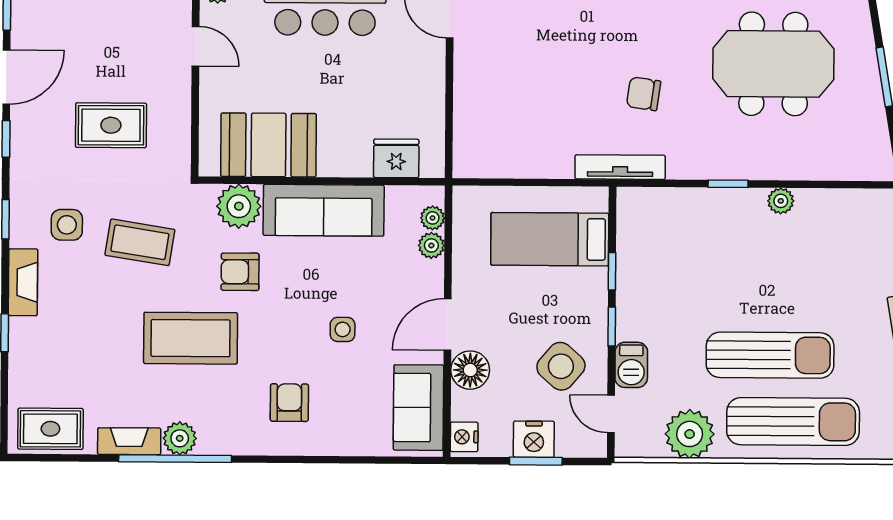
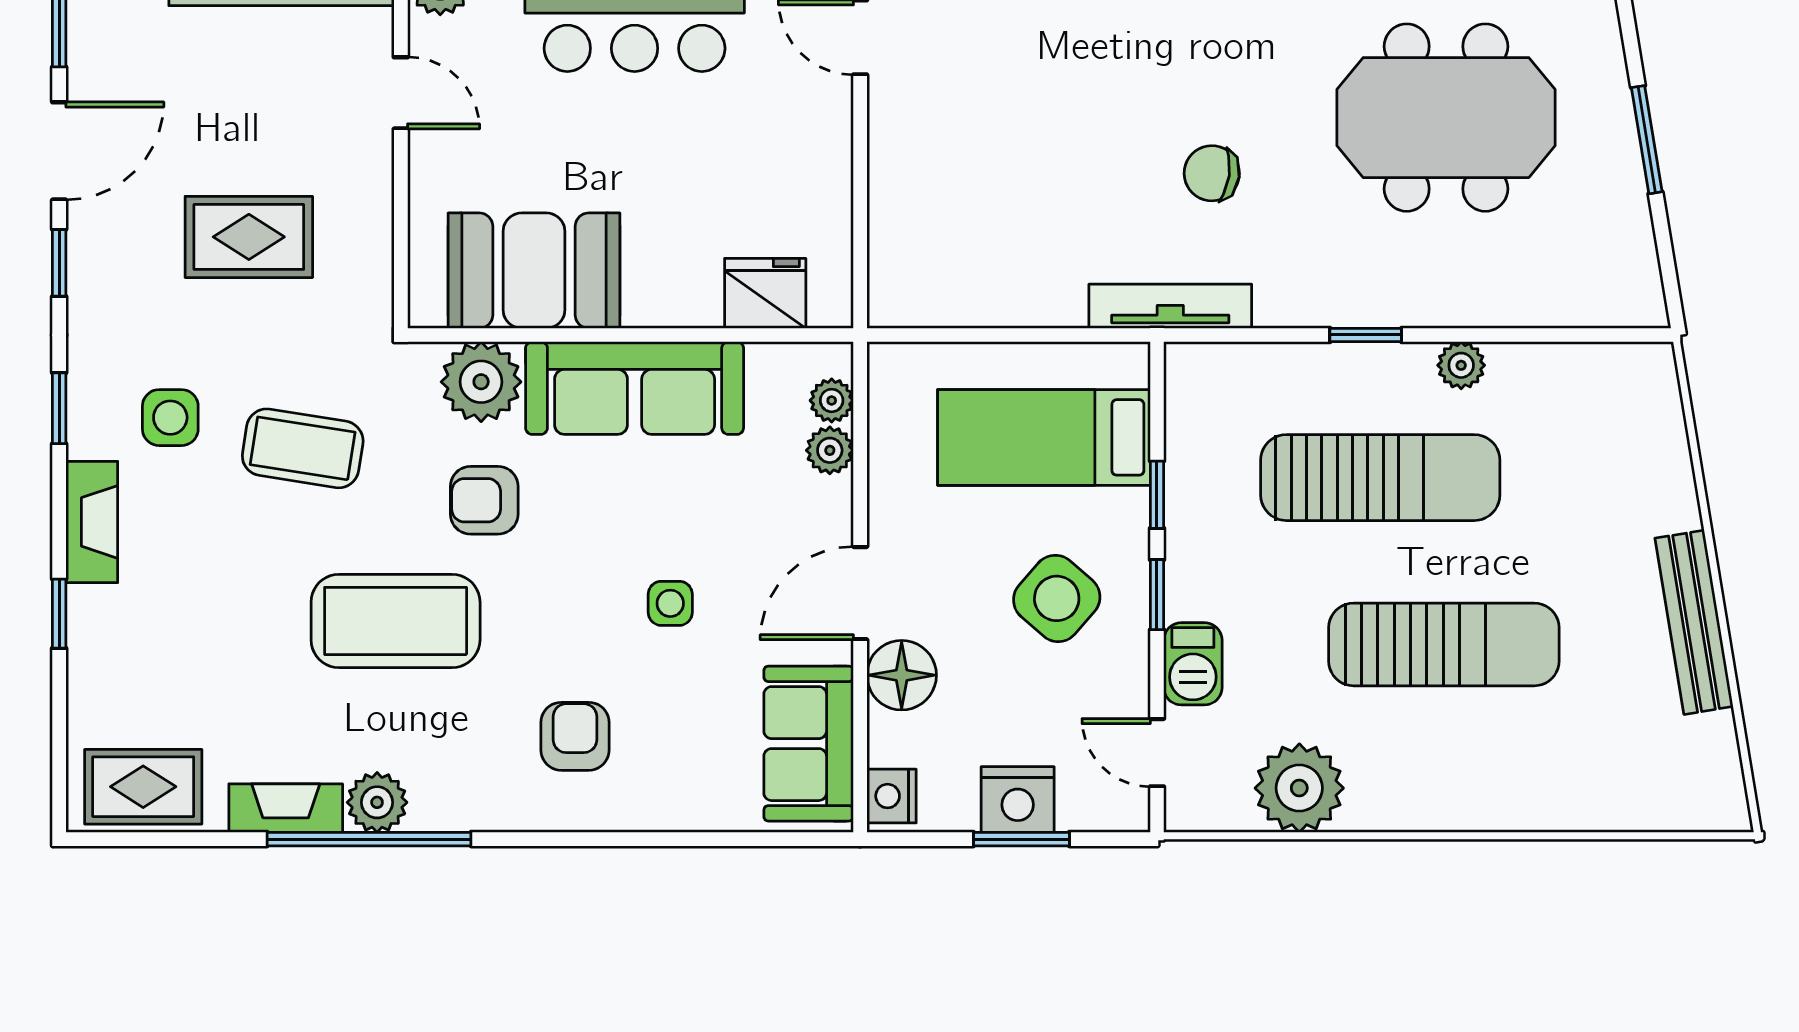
side table: (561, 366) -> (1057, 598), moved
sun lounger: (793, 422) -> (1380, 478), moved

